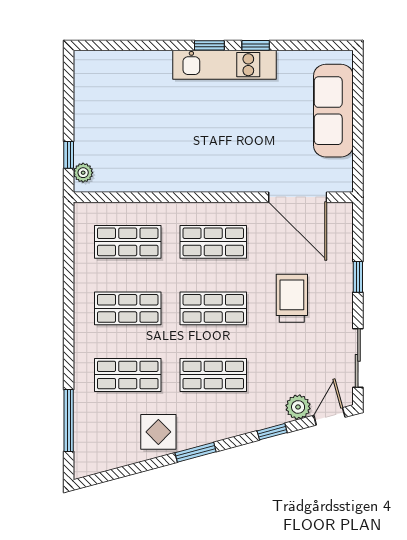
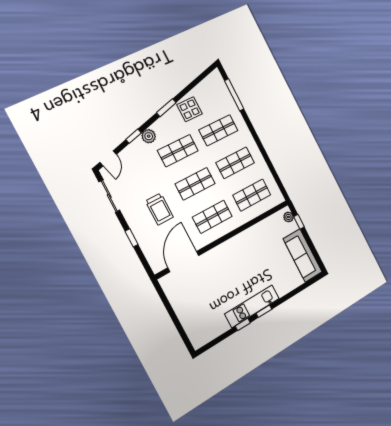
sofa: (333, 111) -> (303, 255), moved, turned 180
door: (298, 197) -> (183, 262), hinge flipped
plant: (298, 407) -> (149, 136), moved

